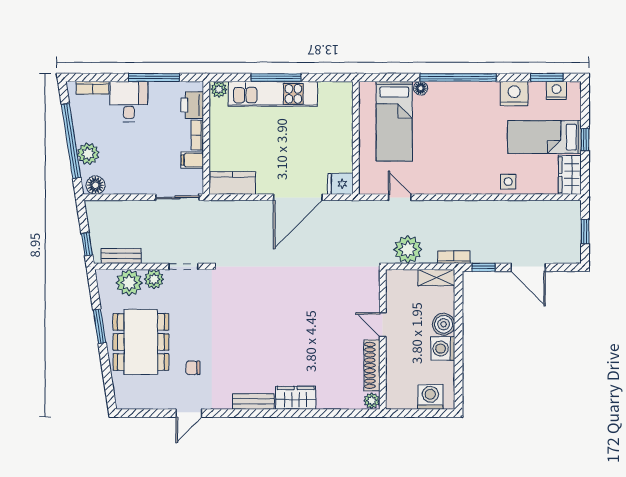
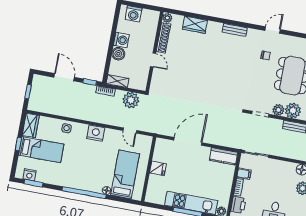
nightstand: (514, 94) -> (96, 133), moved, turned 180
fridge: (340, 184) -> (158, 168), moved
wardrobe: (296, 398) -> (195, 25), moved

